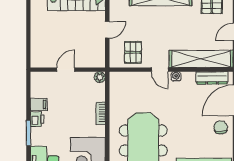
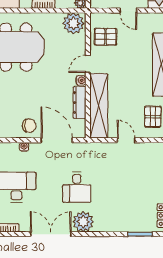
dresser: (212, 78) -> (79, 103), moved
plant: (120, 84) -> (73, 23), added

